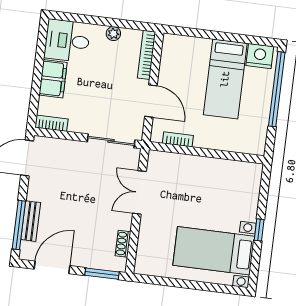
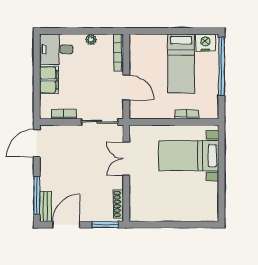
bookcase: (51, 123) -> (64, 114), moved
bookcase: (178, 139) -> (187, 114), moved
bench: (31, 221) -> (45, 206), moved
window: (259, 230) -> (222, 176), removed
shoe rack: (123, 244) -> (118, 204), width x1.43
bed with nightstands: (214, 251) -> (189, 156), moved

